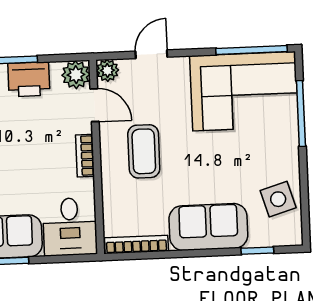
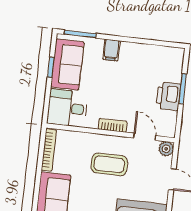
plant: (76, 75) -> (167, 128), removed
door: (94, 105) -> (145, 137), swing flipped

